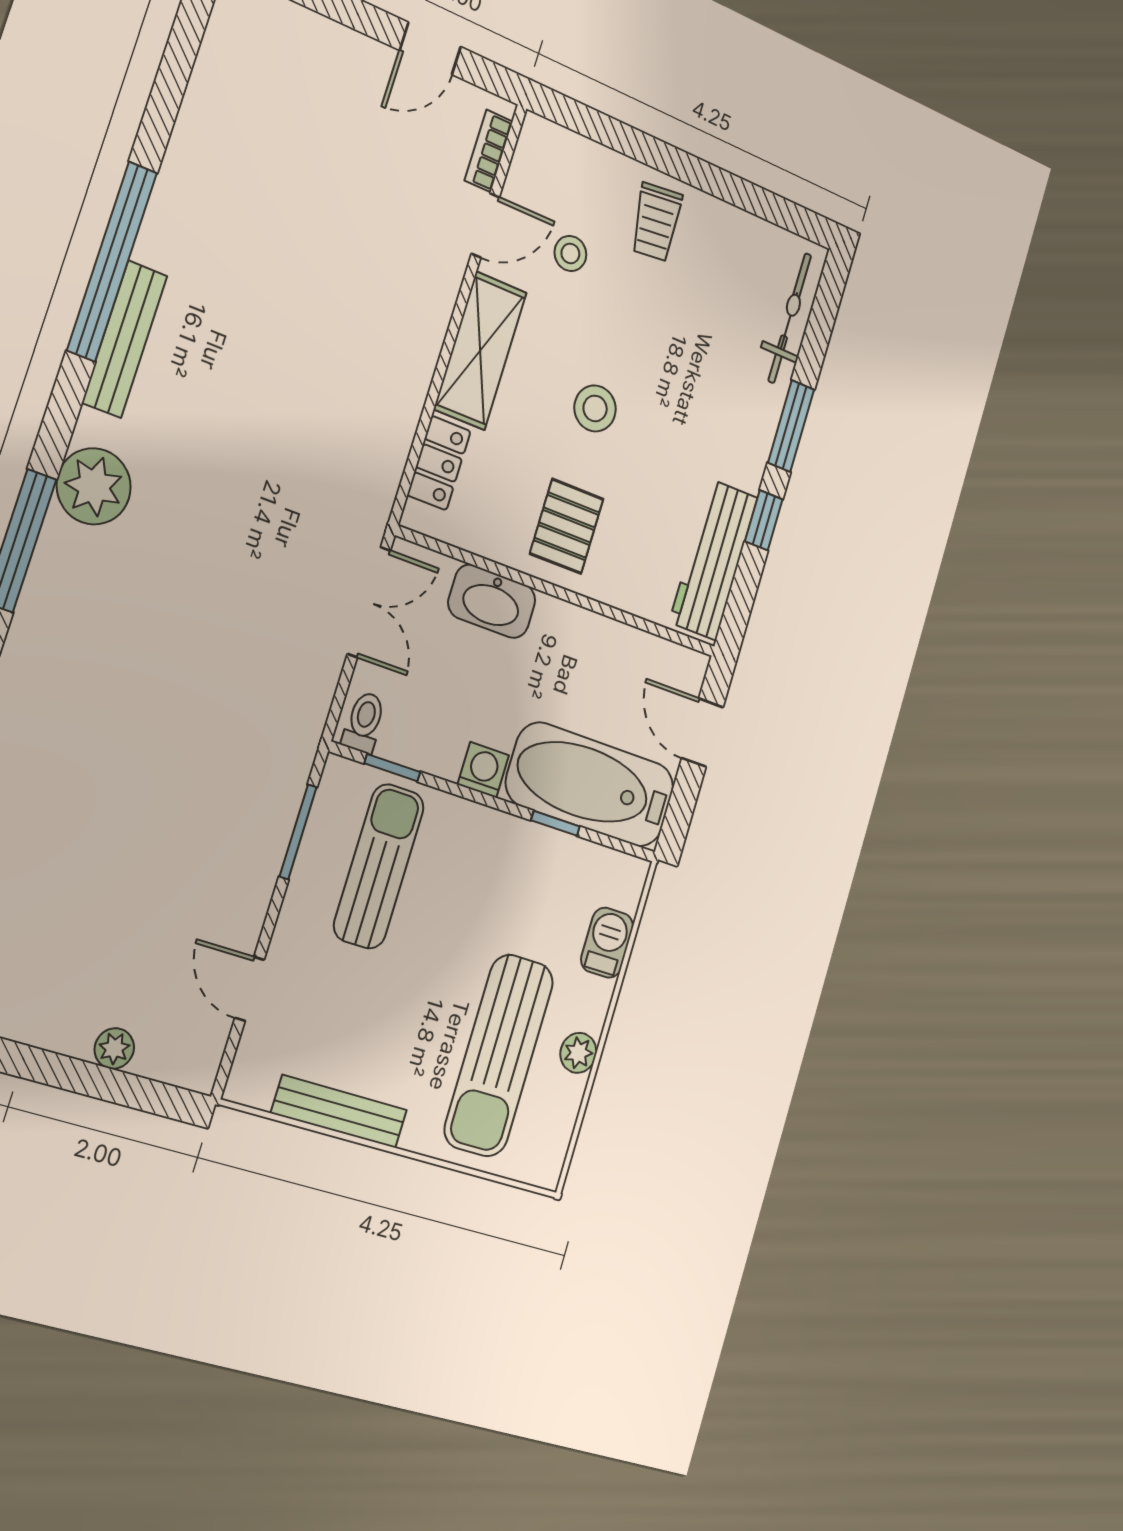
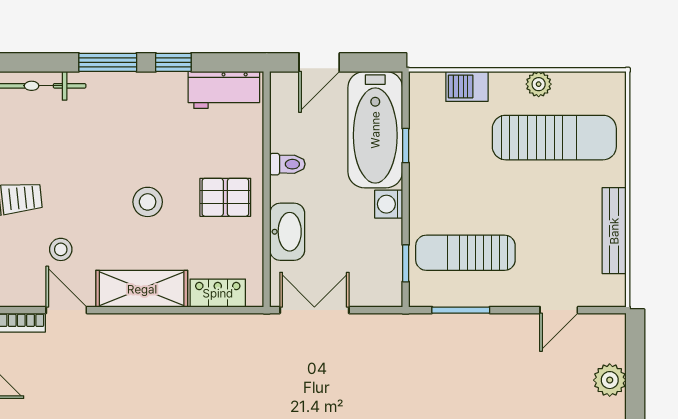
workbench: (713, 560) -> (224, 90), width x0.73
toilet: (364, 722) -> (287, 164), moved, turned 180
plant: (114, 1048) -> (610, 380), width x1.38, depth x1.38

